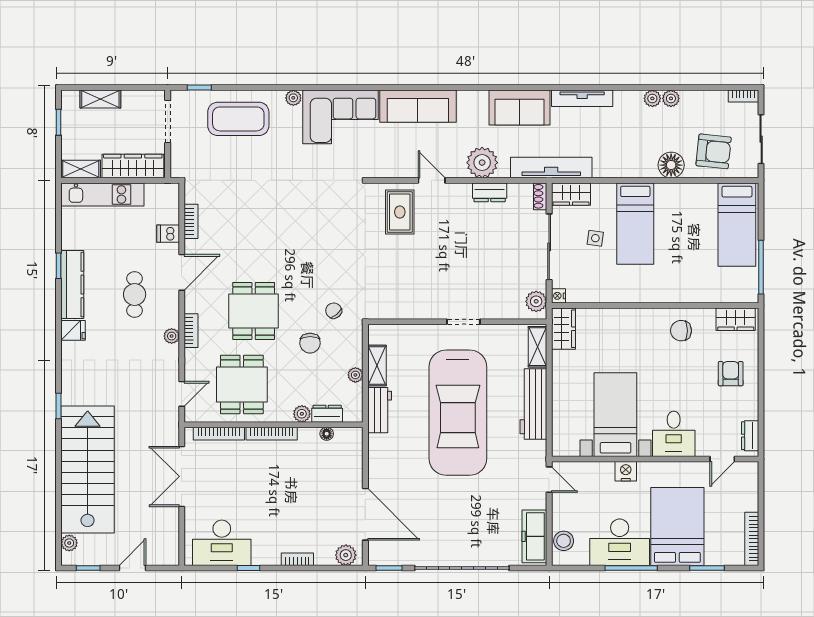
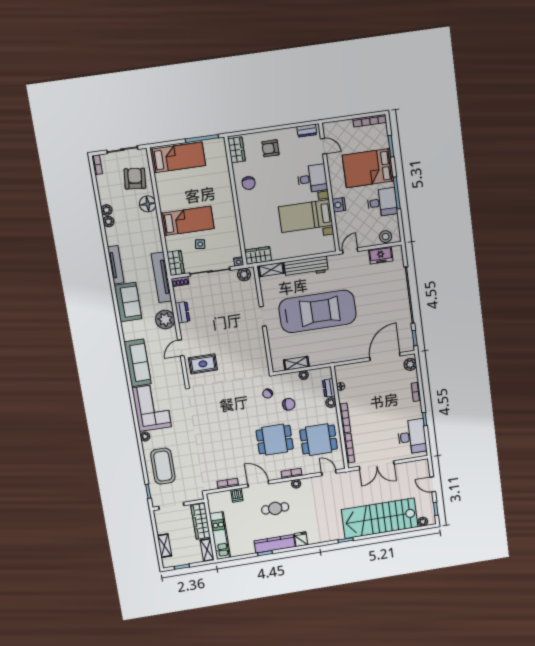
workbench: (380, 410) -> (323, 358), removed
freezer: (534, 536) -> (381, 255), width x0.71
desk: (620, 542) -> (382, 202), width x0.73

